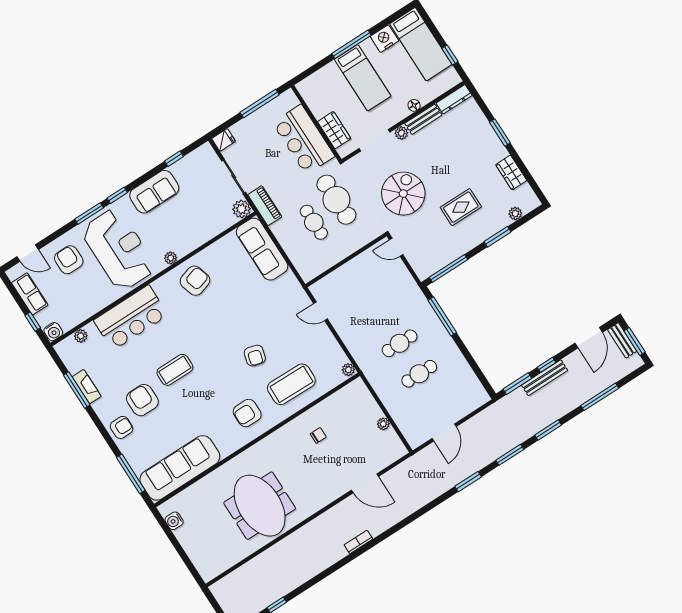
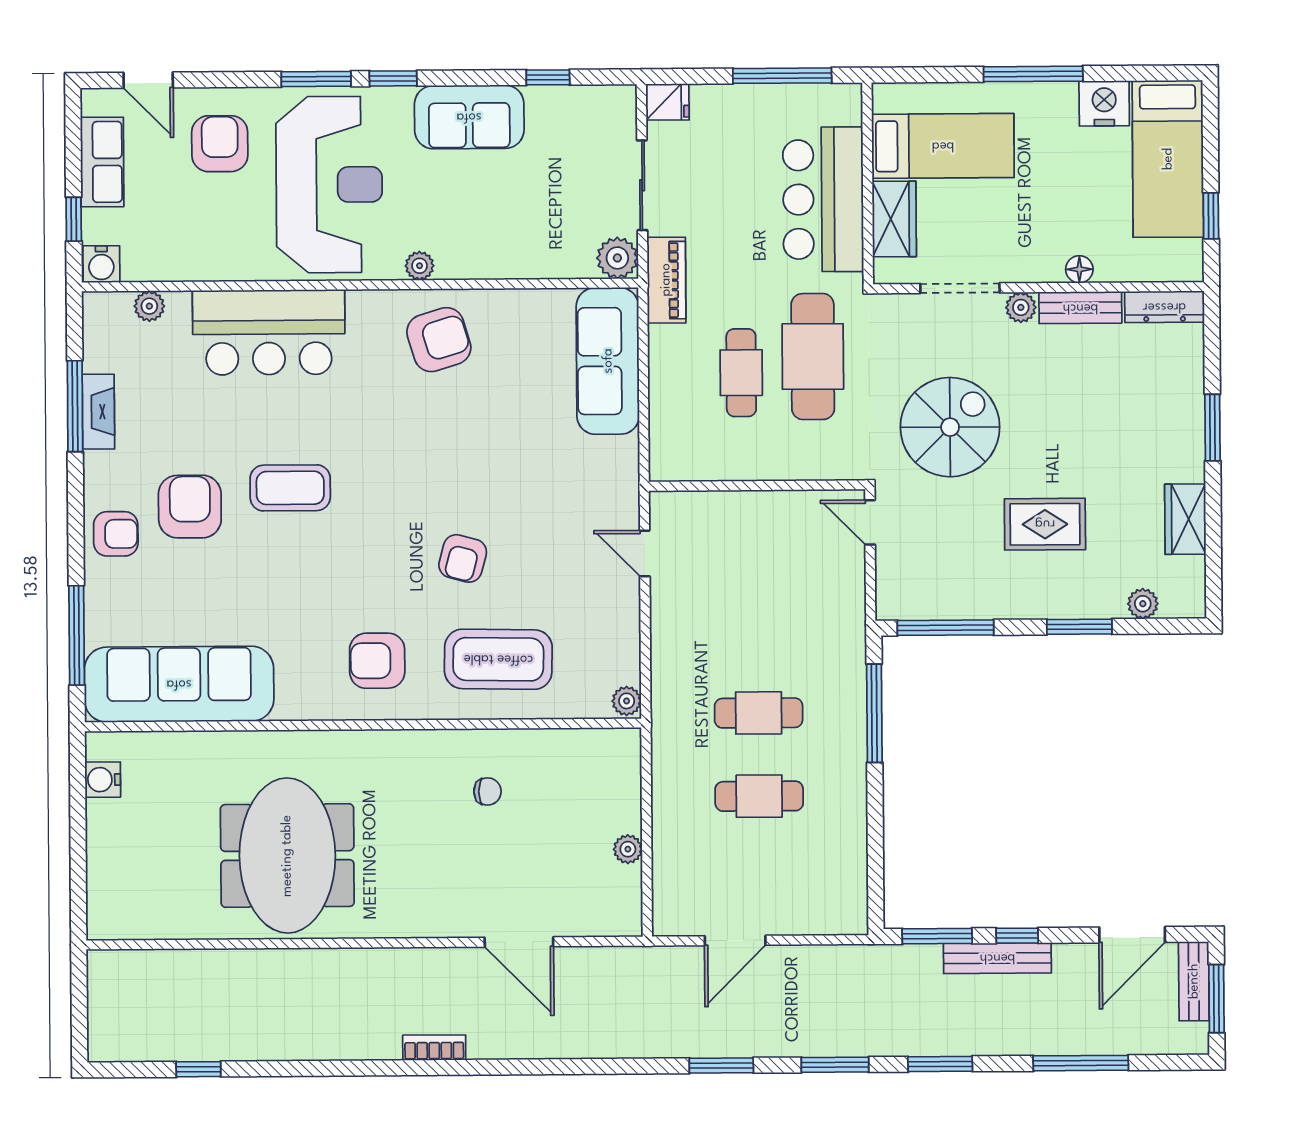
bed: (363, 78) -> (943, 146), moved, turned -90

